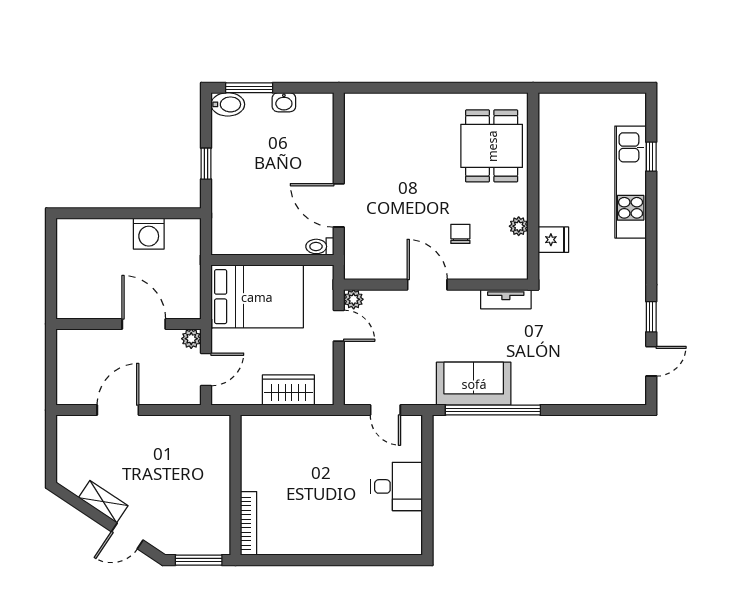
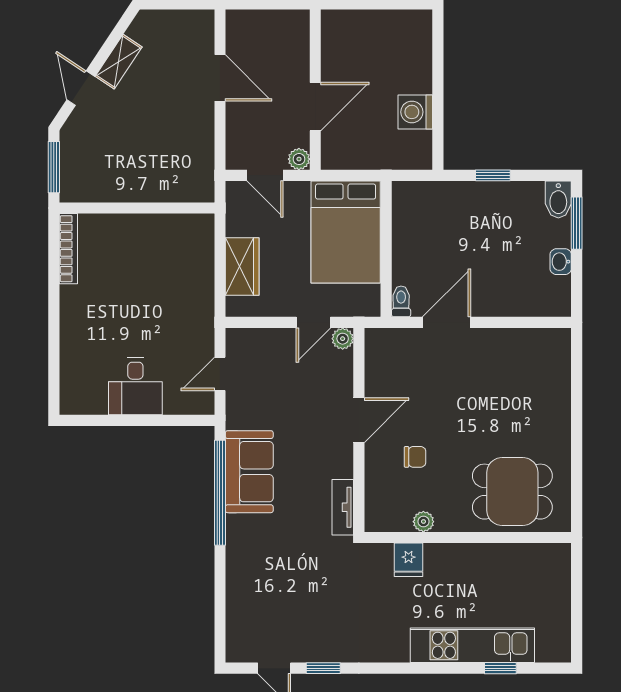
bookcase: (249, 523) -> (68, 249), moved, turned -90

